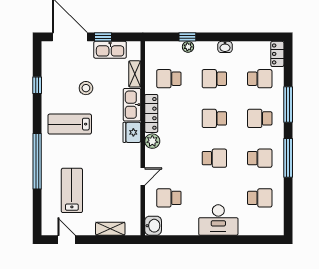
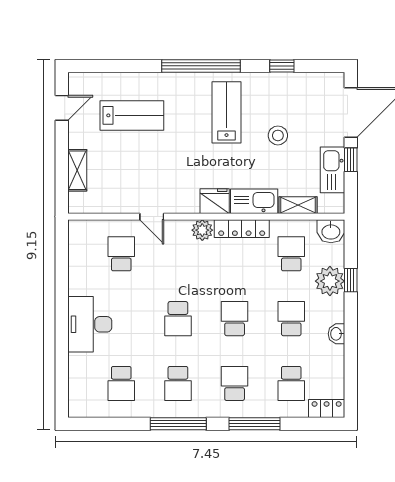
plant: (188, 47) -> (330, 281), width x1.87, depth x1.87
window: (37, 161) -> (201, 66), moved
washbasin: (153, 226) -> (331, 231), moved

